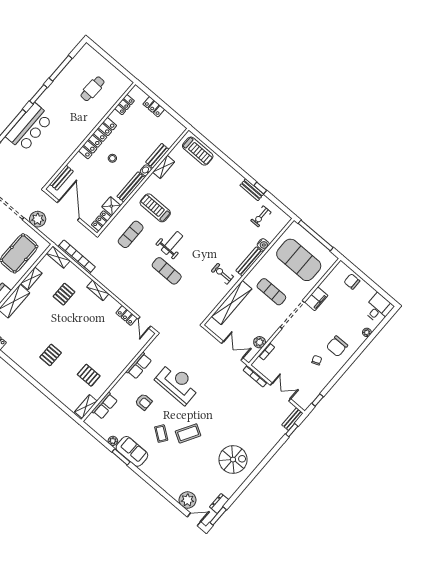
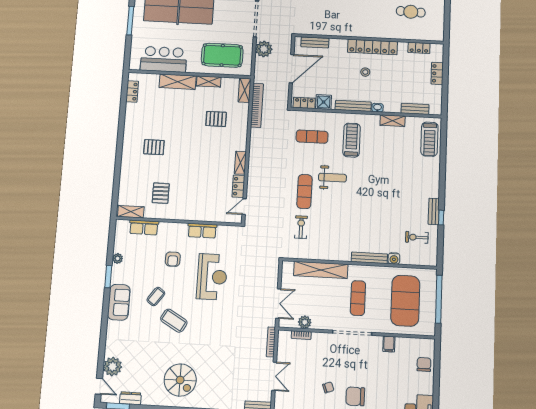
bench: (157, 156) -> (415, 109), moved
exercise bike: (222, 274) -> (301, 227), moved
shelving: (98, 290) -> (240, 163), moved
filing cabinet: (316, 299) -> (389, 344), width x0.50
sofa: (132, 451) -> (119, 302), moved

